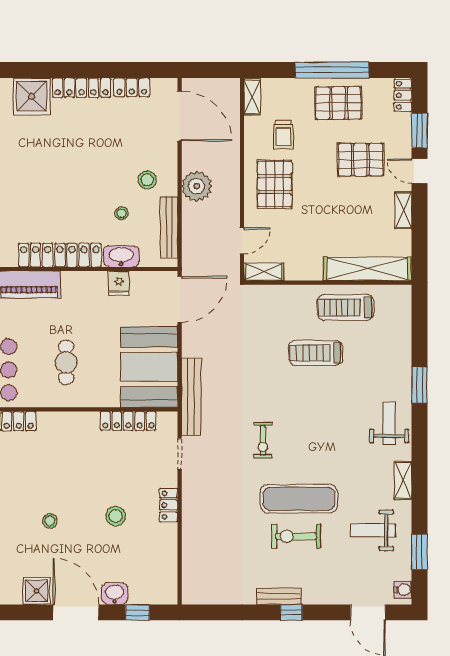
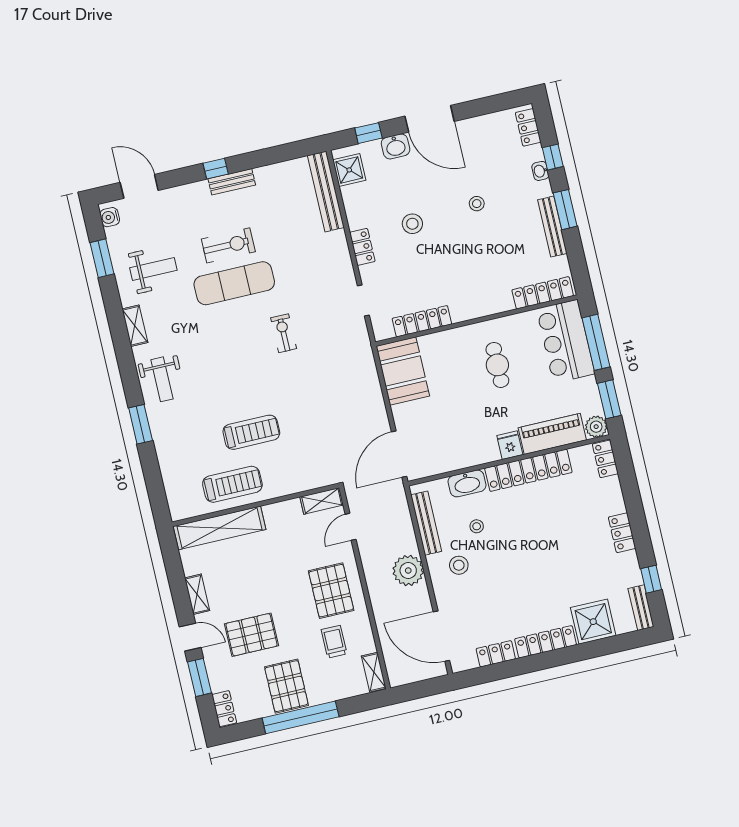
pallet: (338, 103) -> (286, 686), turned 90
fridge: (119, 283) -> (510, 445), moved
booth: (149, 367) -> (403, 371), width x0.73, depth x0.70
bench: (191, 397) -> (326, 191), moved
shower: (37, 591) -> (349, 170), moved

